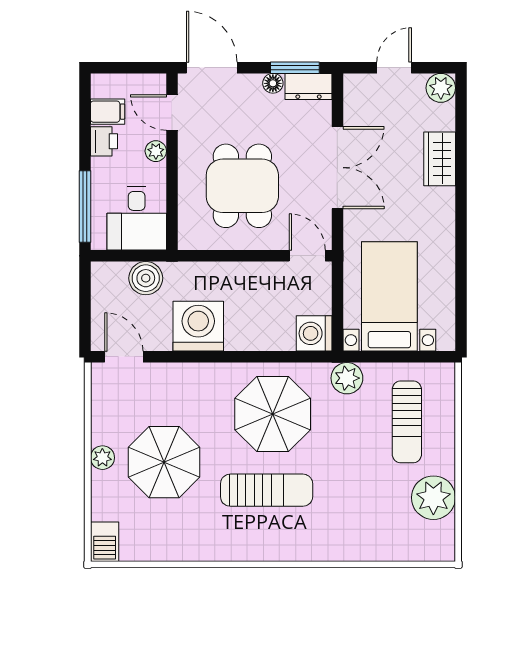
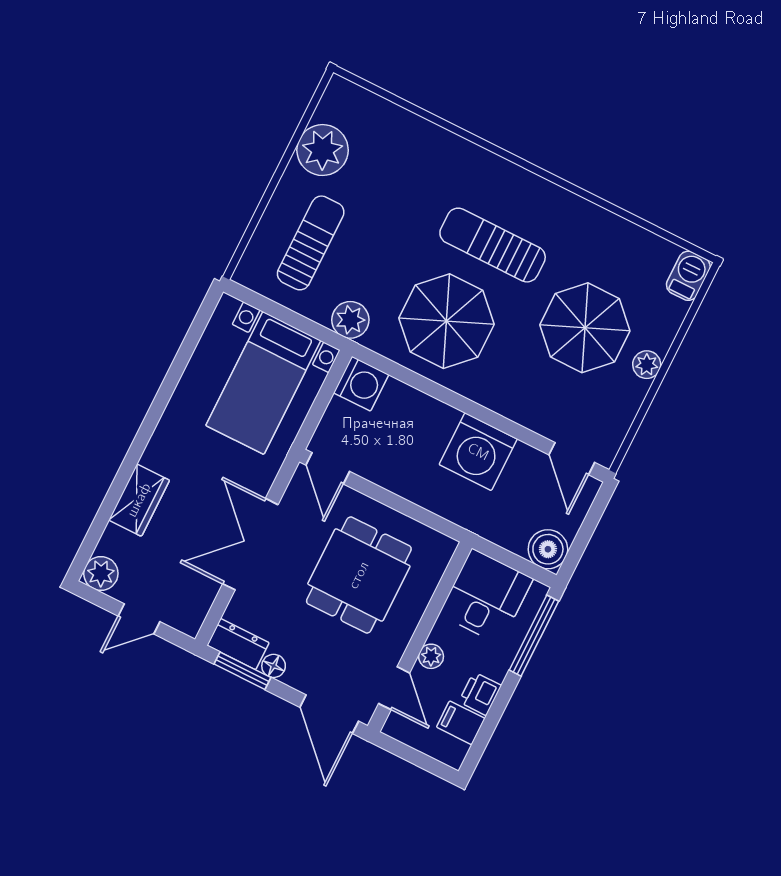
boiler: (146, 278) -> (548, 549), moved

